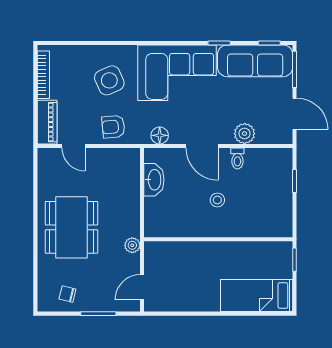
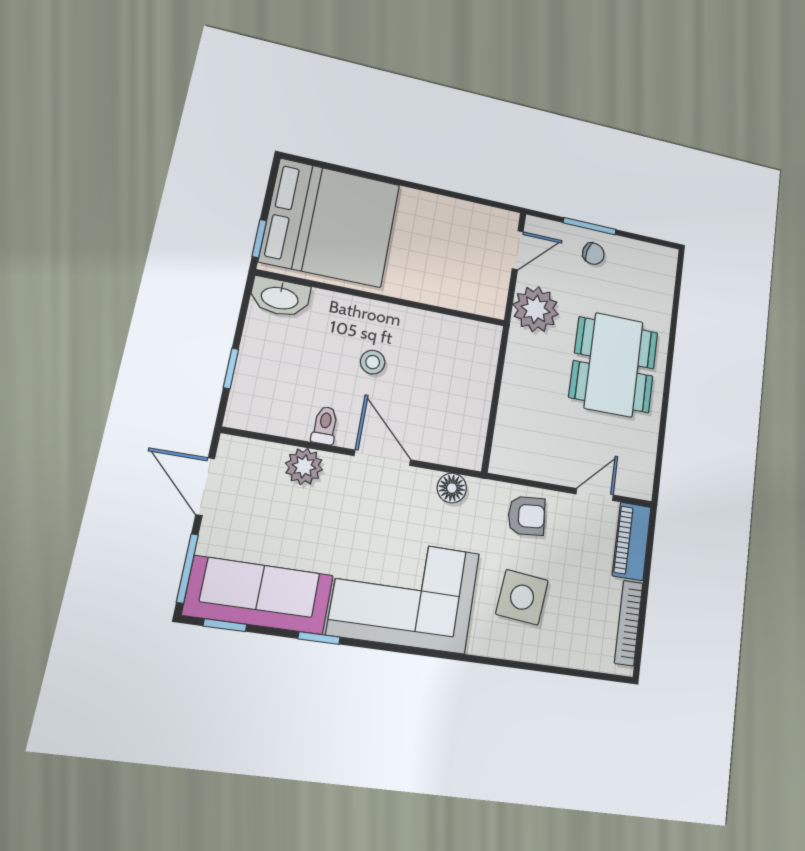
side table: (109, 80) -> (522, 597), turned 30
door: (74, 146) -> (595, 495), hinge flipped
washbasin: (154, 180) -> (280, 297), moved, turned -90
plant: (132, 245) -> (536, 309), width x1.87, depth x1.87
chair: (67, 294) -> (593, 254), moved
bed: (257, 295) -> (330, 223), width x2.04

